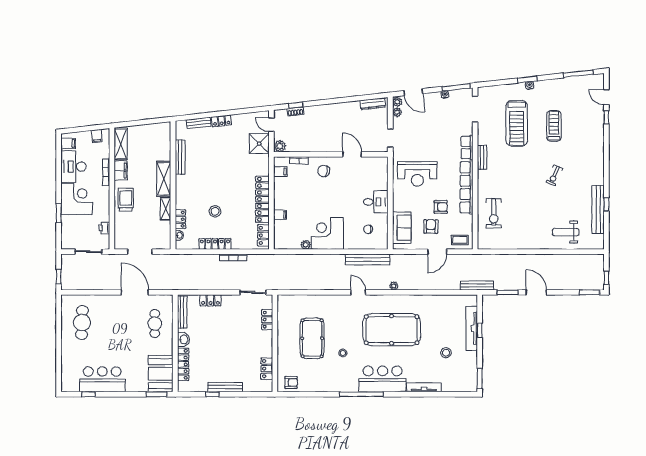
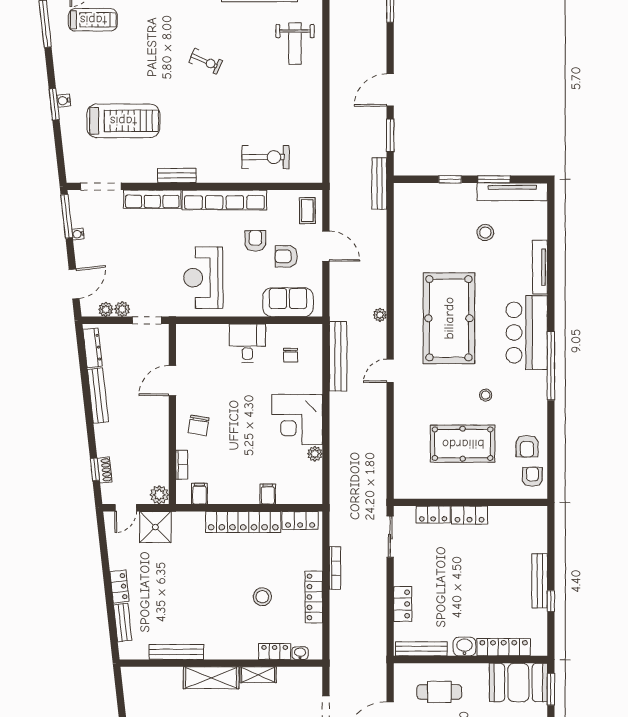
plant: (397, 102) -> (122, 309), moved
bench: (343, 107) -> (98, 396), added
treadmill: (554, 126) -> (93, 20), moved, turned 180
row of seats: (467, 147) -> (152, 199), width x1.48
reception desk: (417, 174) -> (203, 278), turned 180
tv unit: (472, 328) -> (512, 192), moved
locker: (267, 369) -> (470, 515), moved
armchair: (311, 379) -> (527, 446), added
window: (480, 379) -> (494, 179), moved

